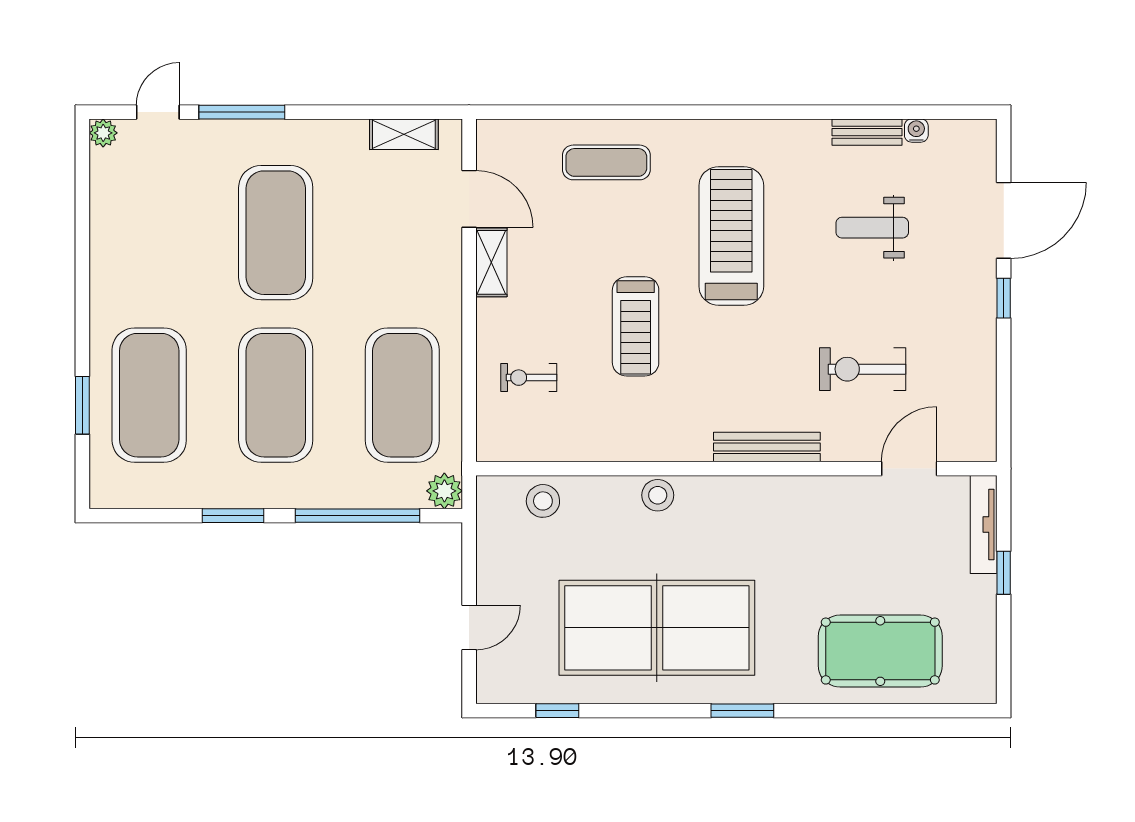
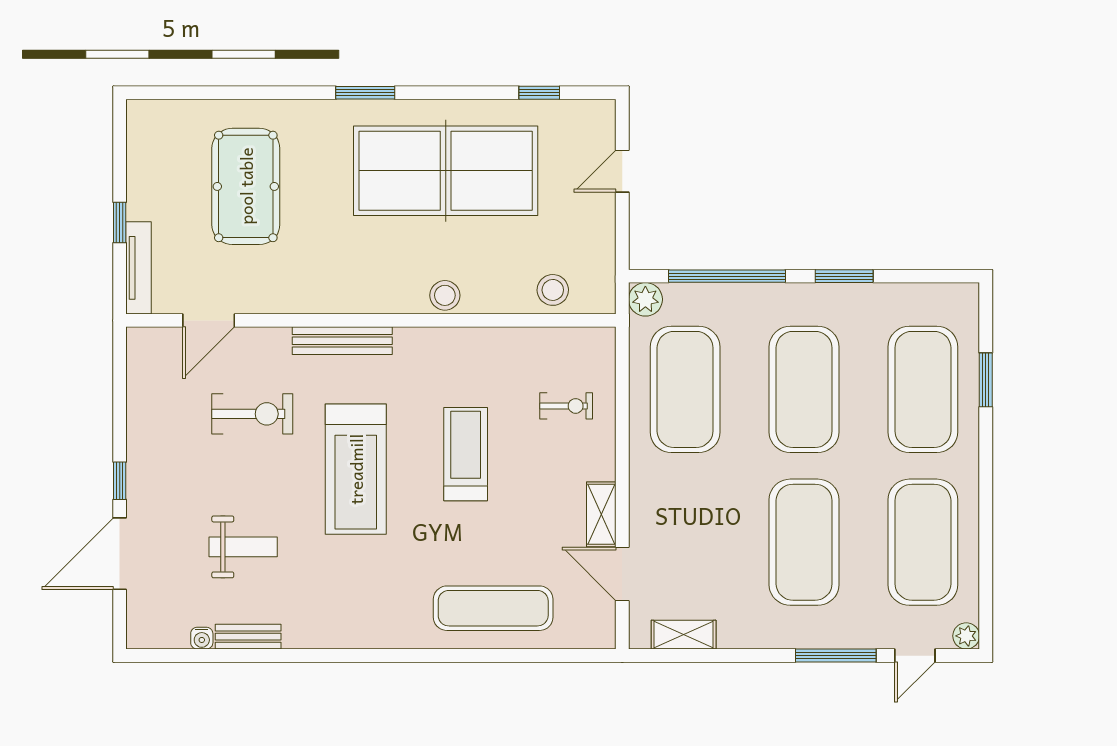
exercise mat: (606, 162) -> (493, 608), width x1.36, depth x1.45
exercise mat: (149, 233) -> (923, 542), added
treadmill: (731, 236) -> (356, 469), moved
pool table: (880, 651) -> (246, 186), moved, turned 90

